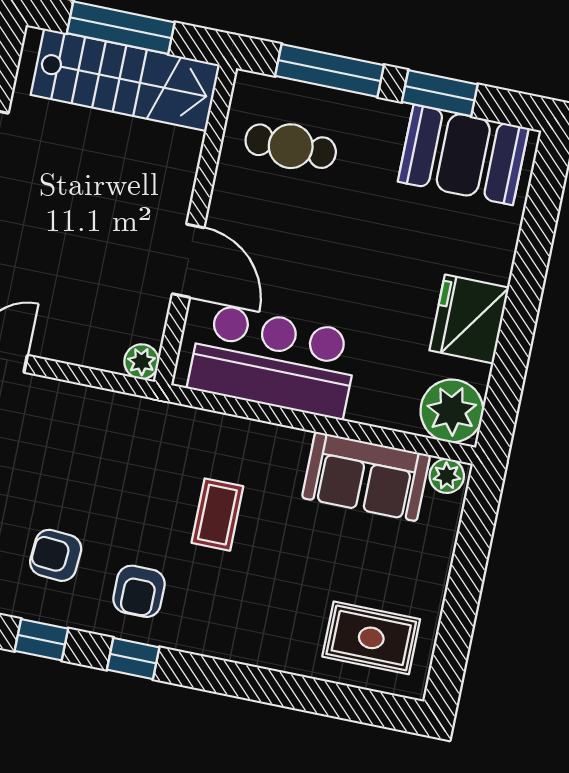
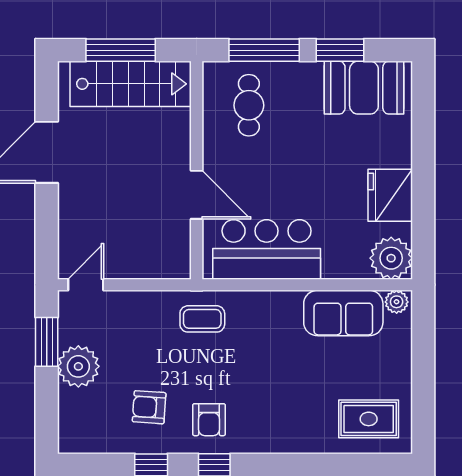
cafe table: (291, 146) -> (249, 105), turned 90
plant: (142, 362) -> (180, 268), removed
coffee table: (217, 515) -> (202, 319), moved, turned 90

